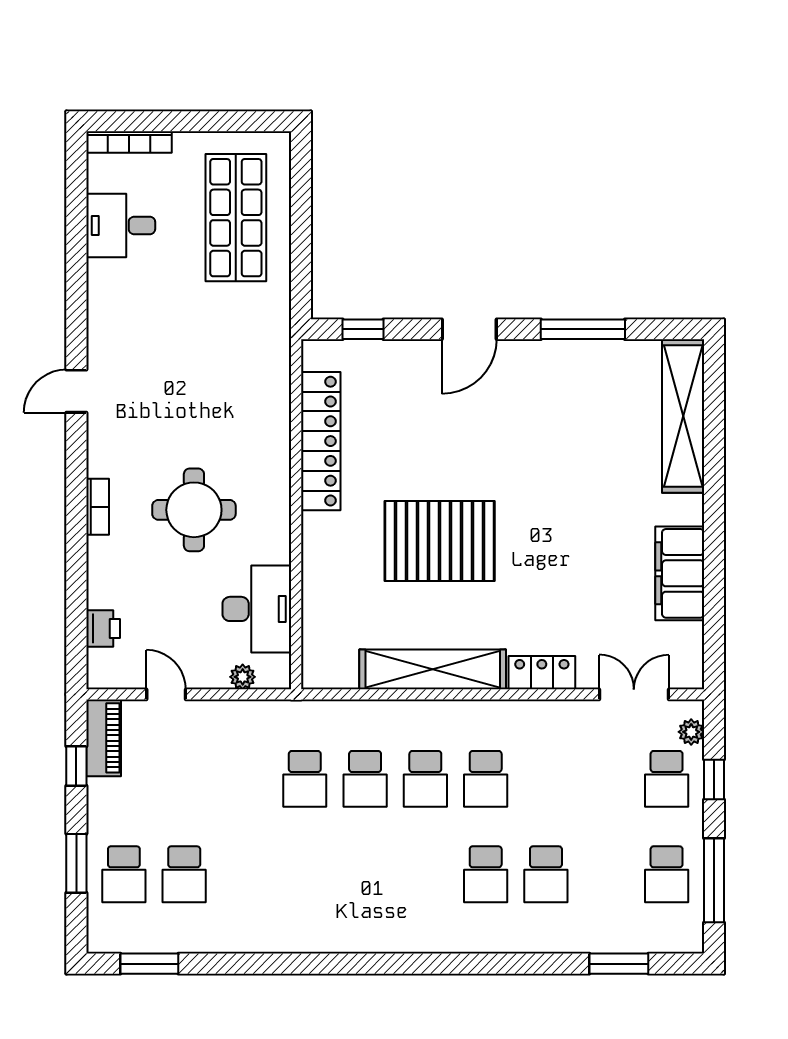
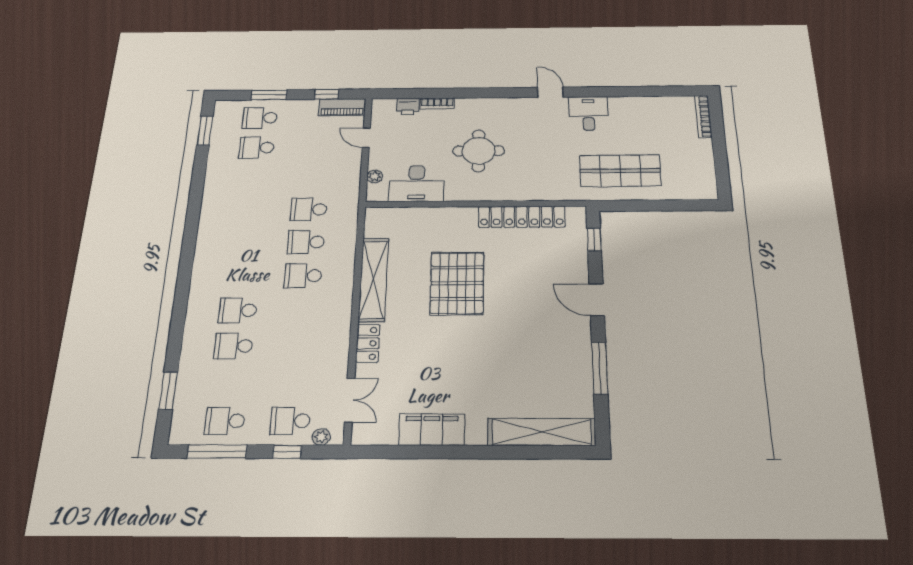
shop shelf: (236, 218) -> (620, 171), moved
desk: (121, 225) -> (589, 113), moved
bookcase: (98, 507) -> (437, 103), moved
door: (166, 694) -> (366, 138), swing flipped
school desk: (486, 779) -> (300, 310), removed

